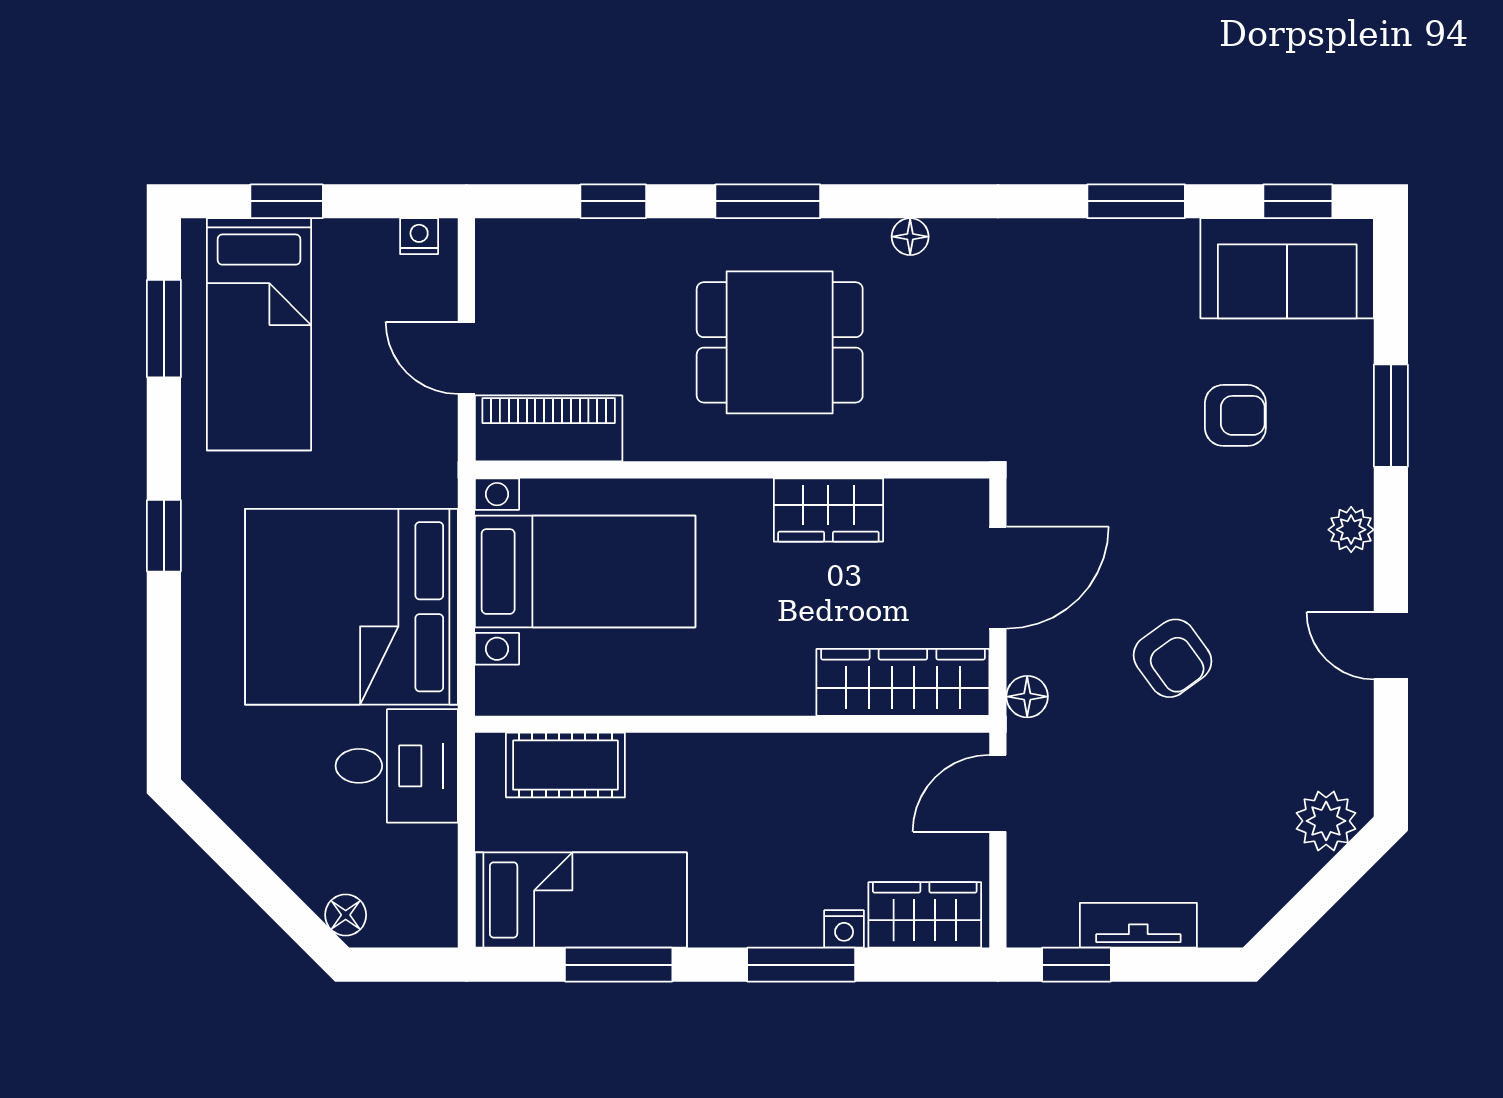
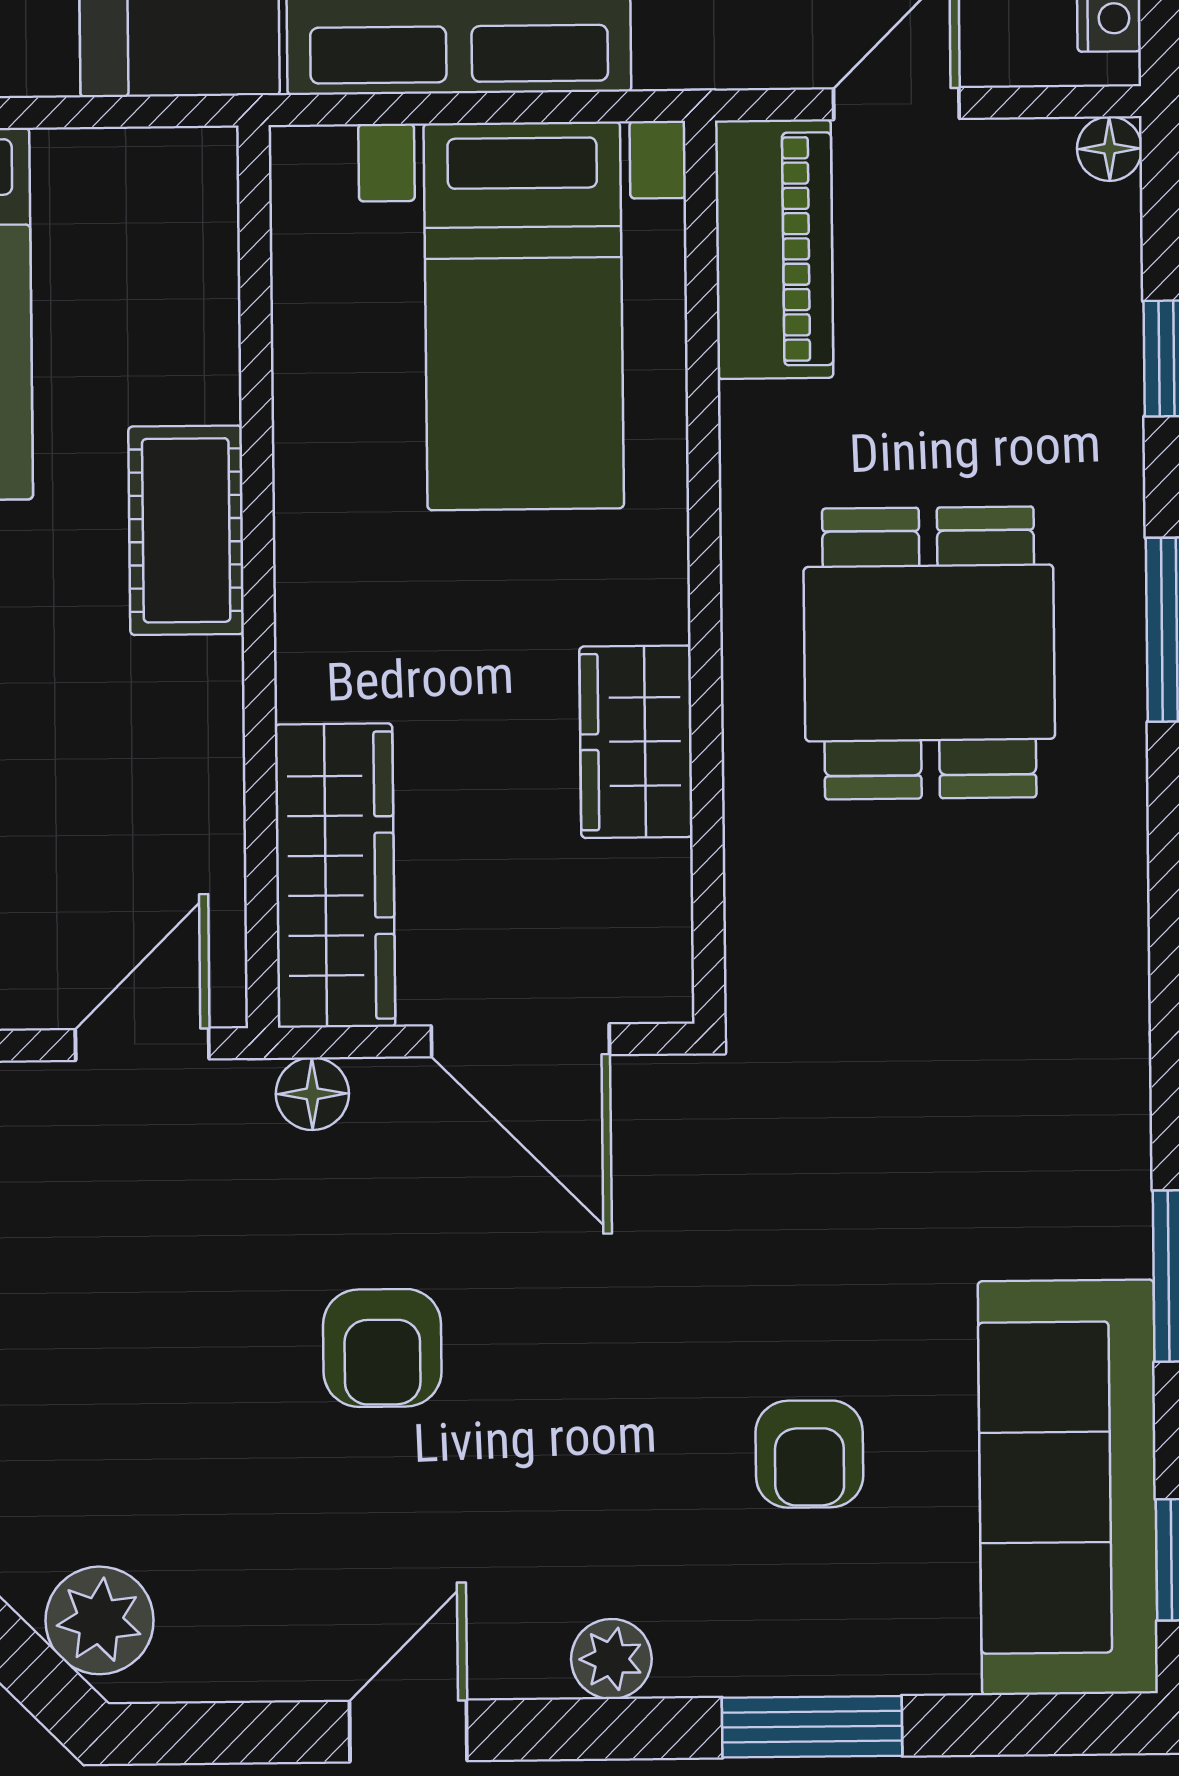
floor lamp: (910, 237) -> (1109, 149), moved
sofa: (1287, 268) -> (1068, 1487), width x1.36
armchair: (1172, 658) -> (382, 1348), turned -54
cot: (565, 765) -> (186, 530), moved
door: (998, 793) -> (142, 1044), hinge flipped

